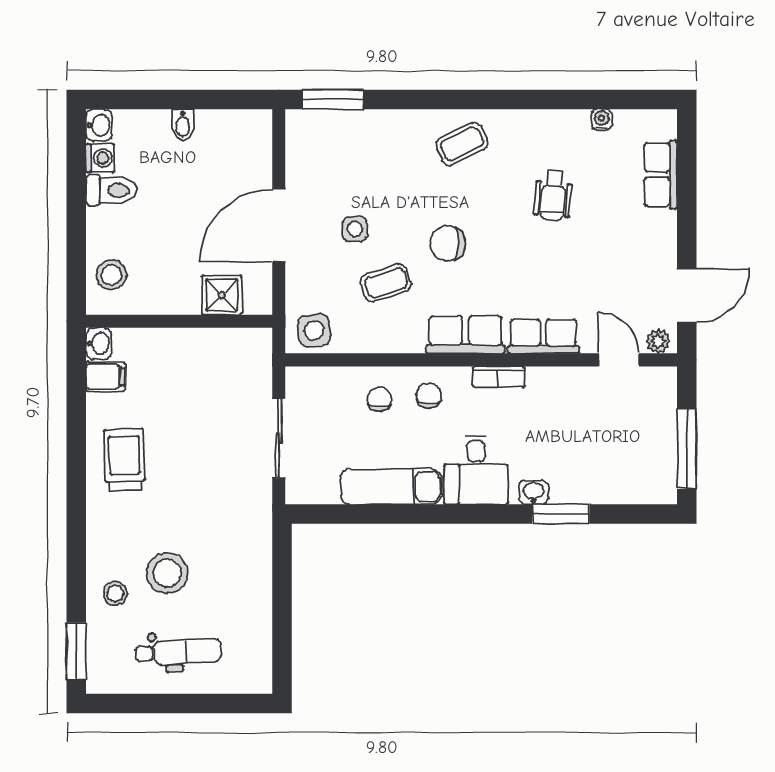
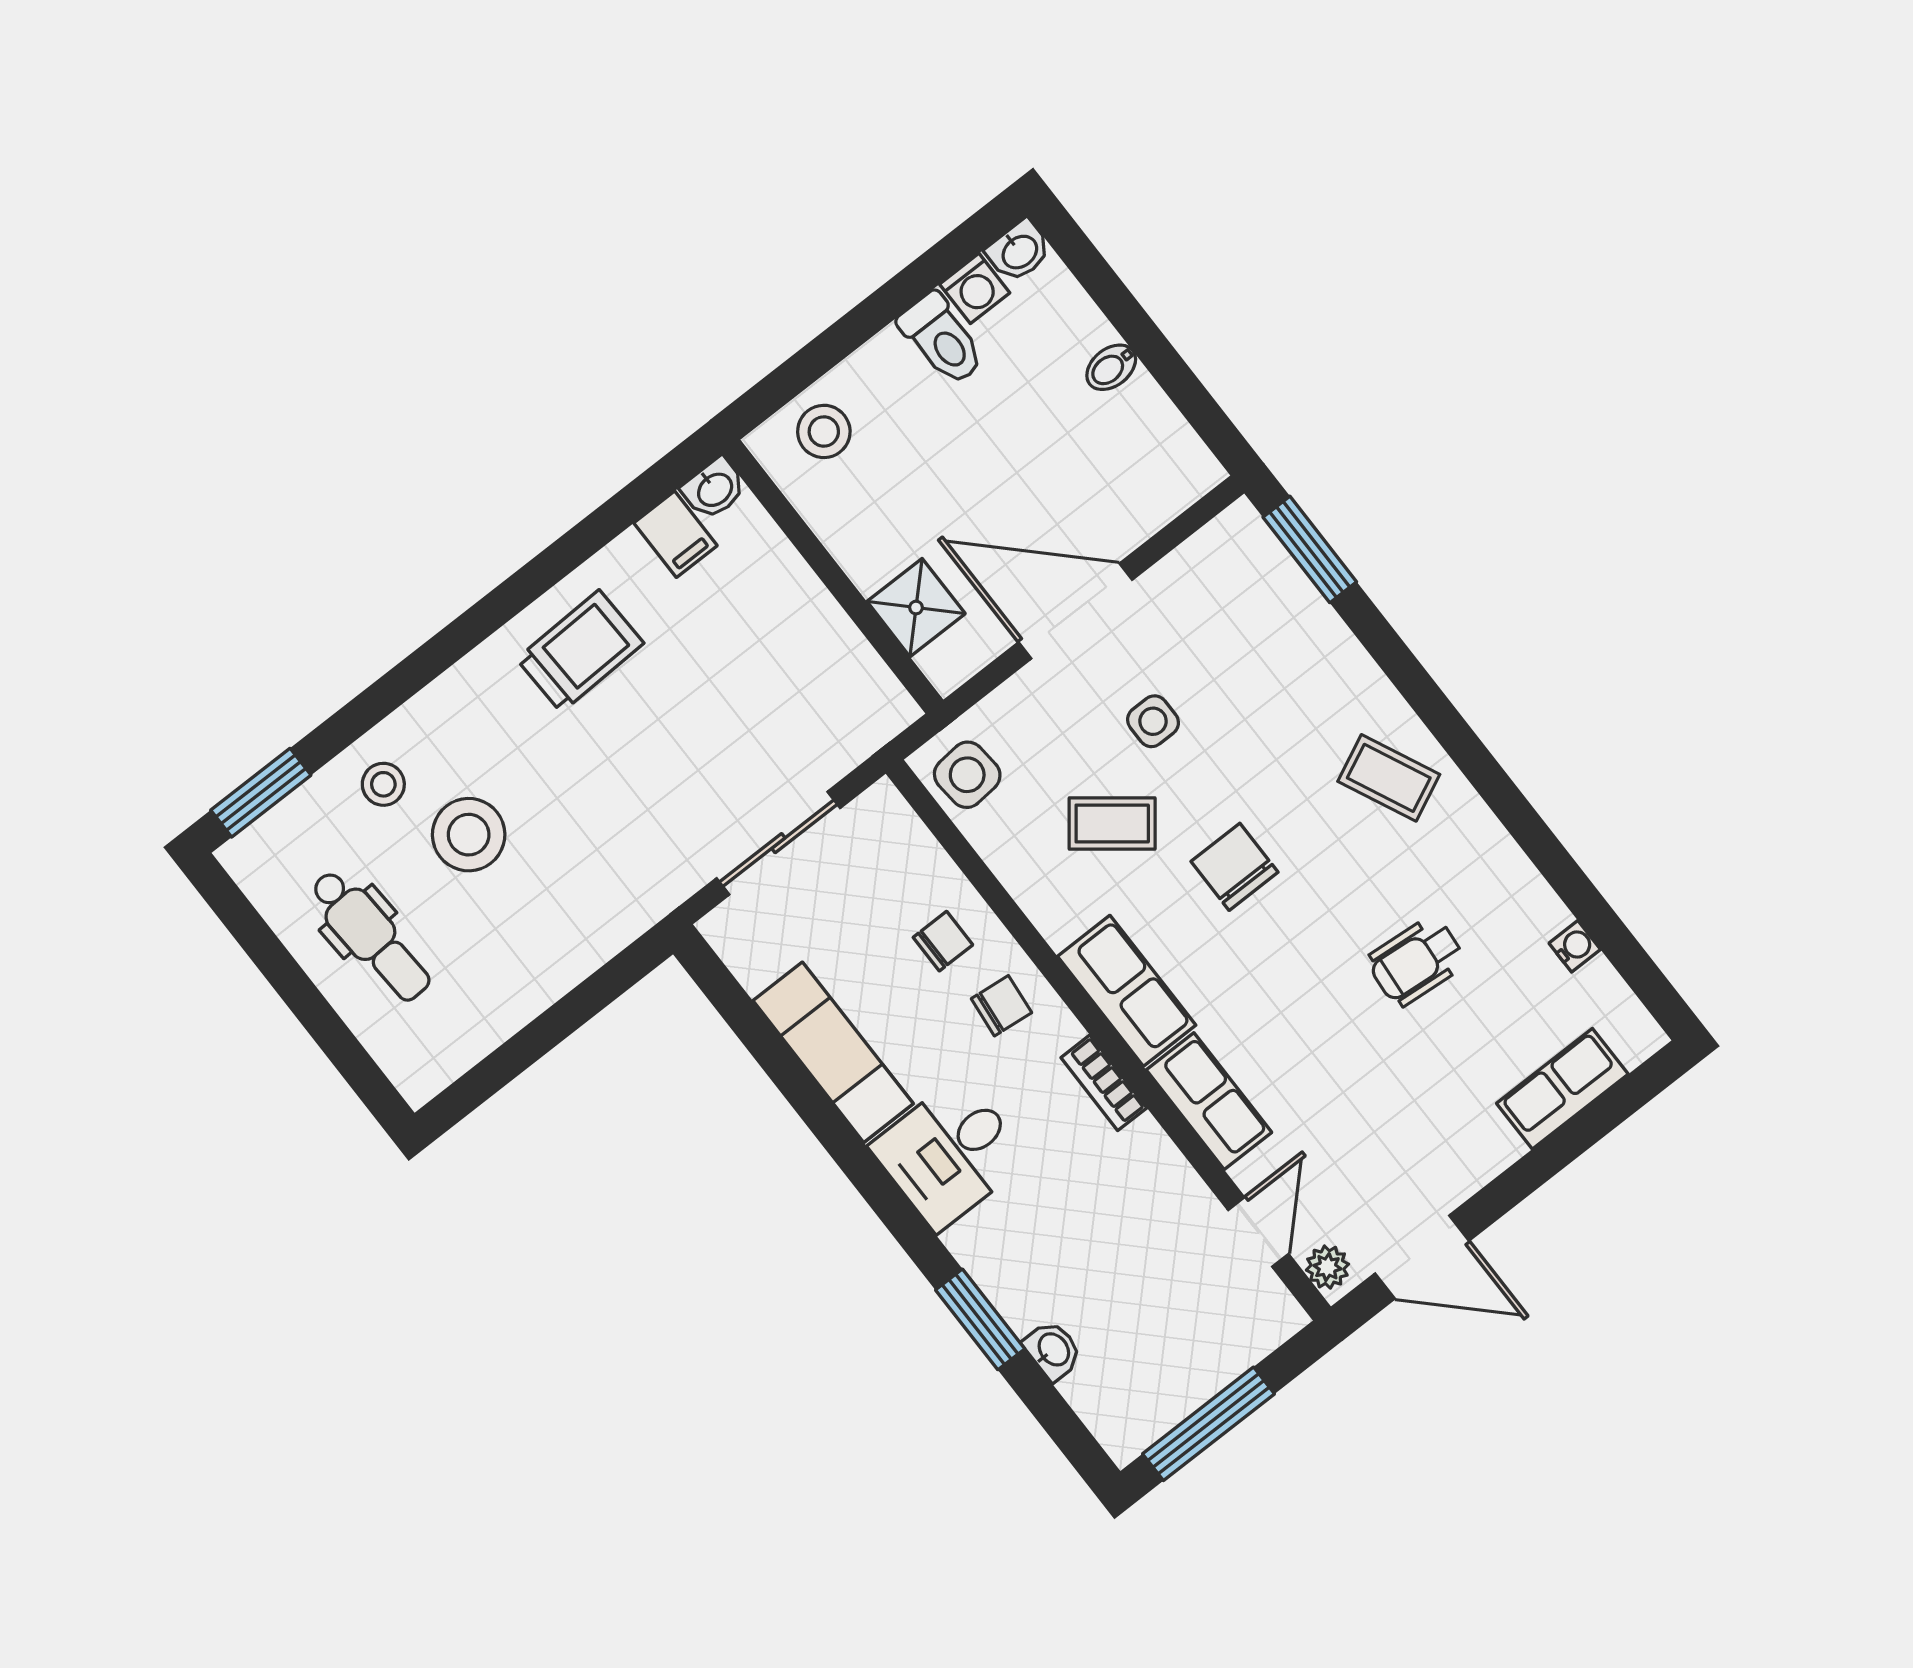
coffee table: (386, 283) -> (1112, 823), turned -34
washbasin: (534, 492) -> (1053, 1350), moved

